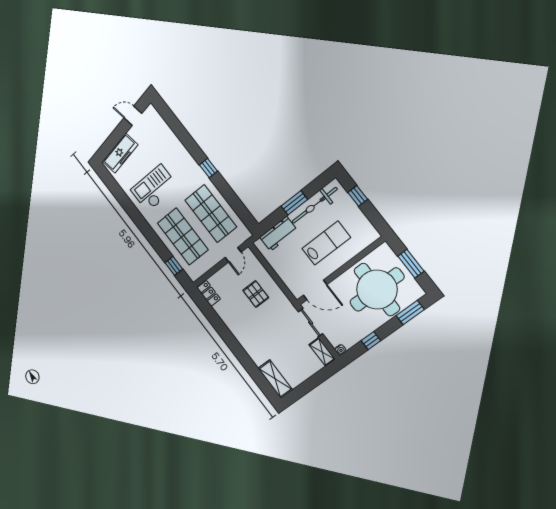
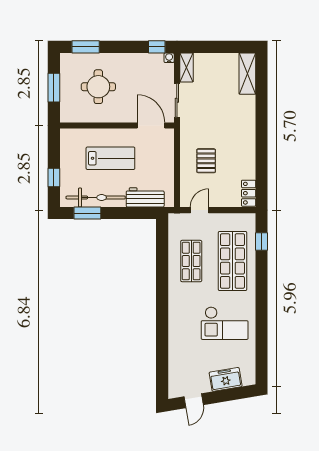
door: (133, 116) -> (194, 401), hinge flipped
freezer: (120, 153) -> (226, 379), width x0.71
window: (208, 168) -> (162, 302), removed
window: (294, 203) -> (87, 213), moved
shop shelf: (211, 214) -> (191, 261), width x0.70, depth x0.74
lab bench: (326, 243) -> (110, 158), turned 180
round table: (377, 290) -> (98, 87), width x0.54, depth x0.54
window: (371, 341) -> (157, 47), moved

